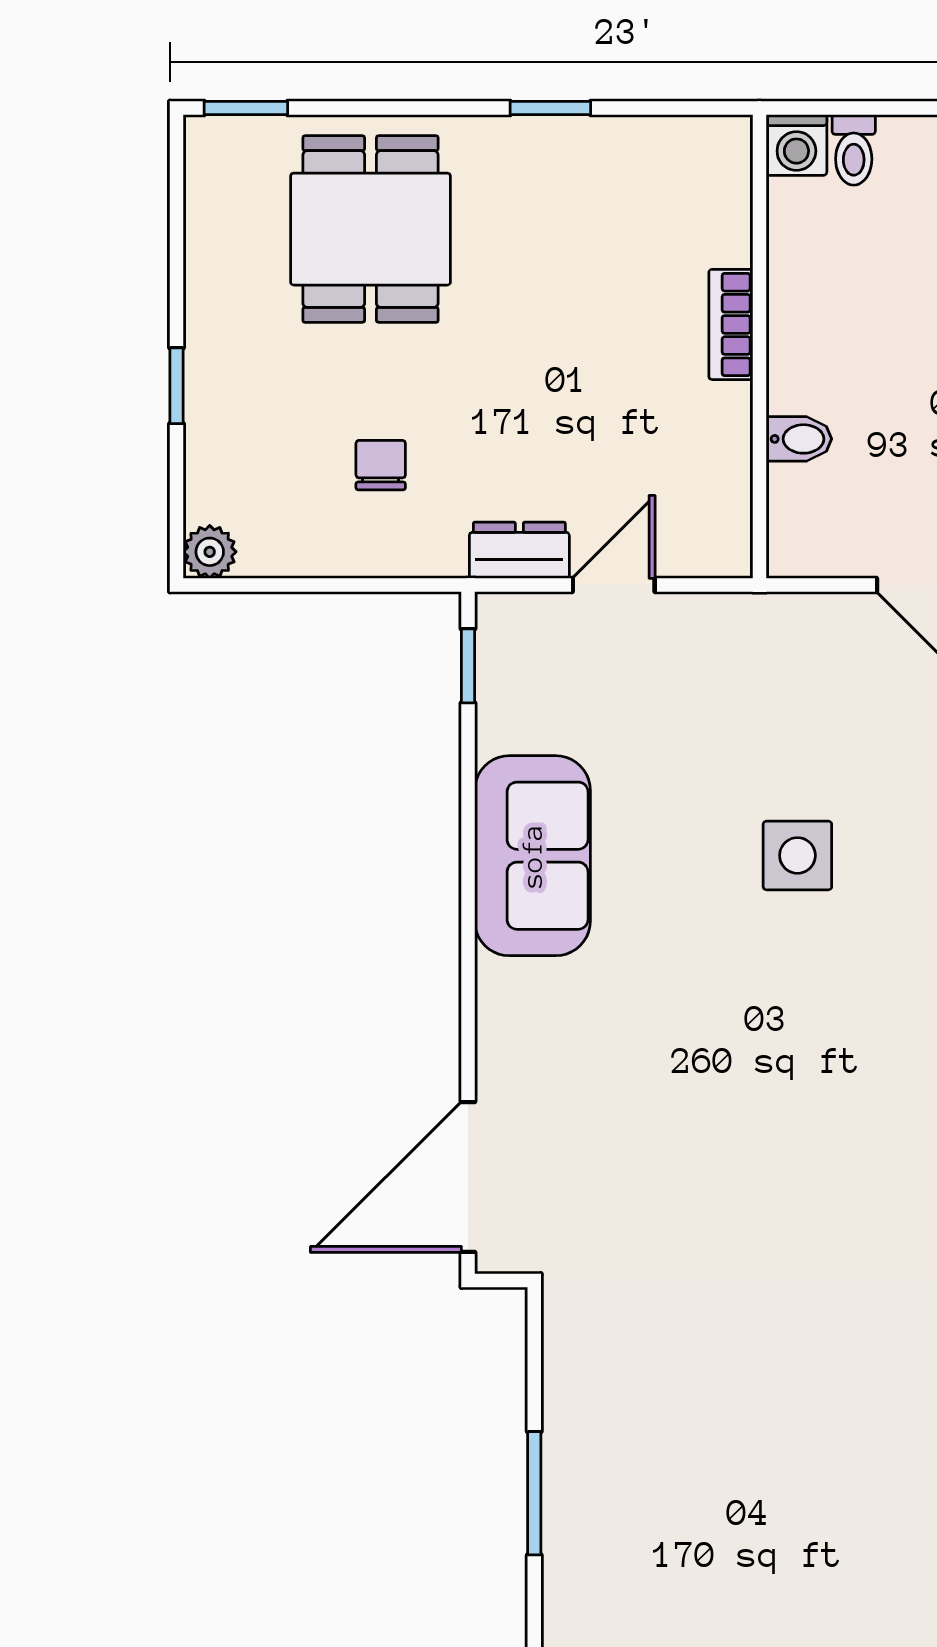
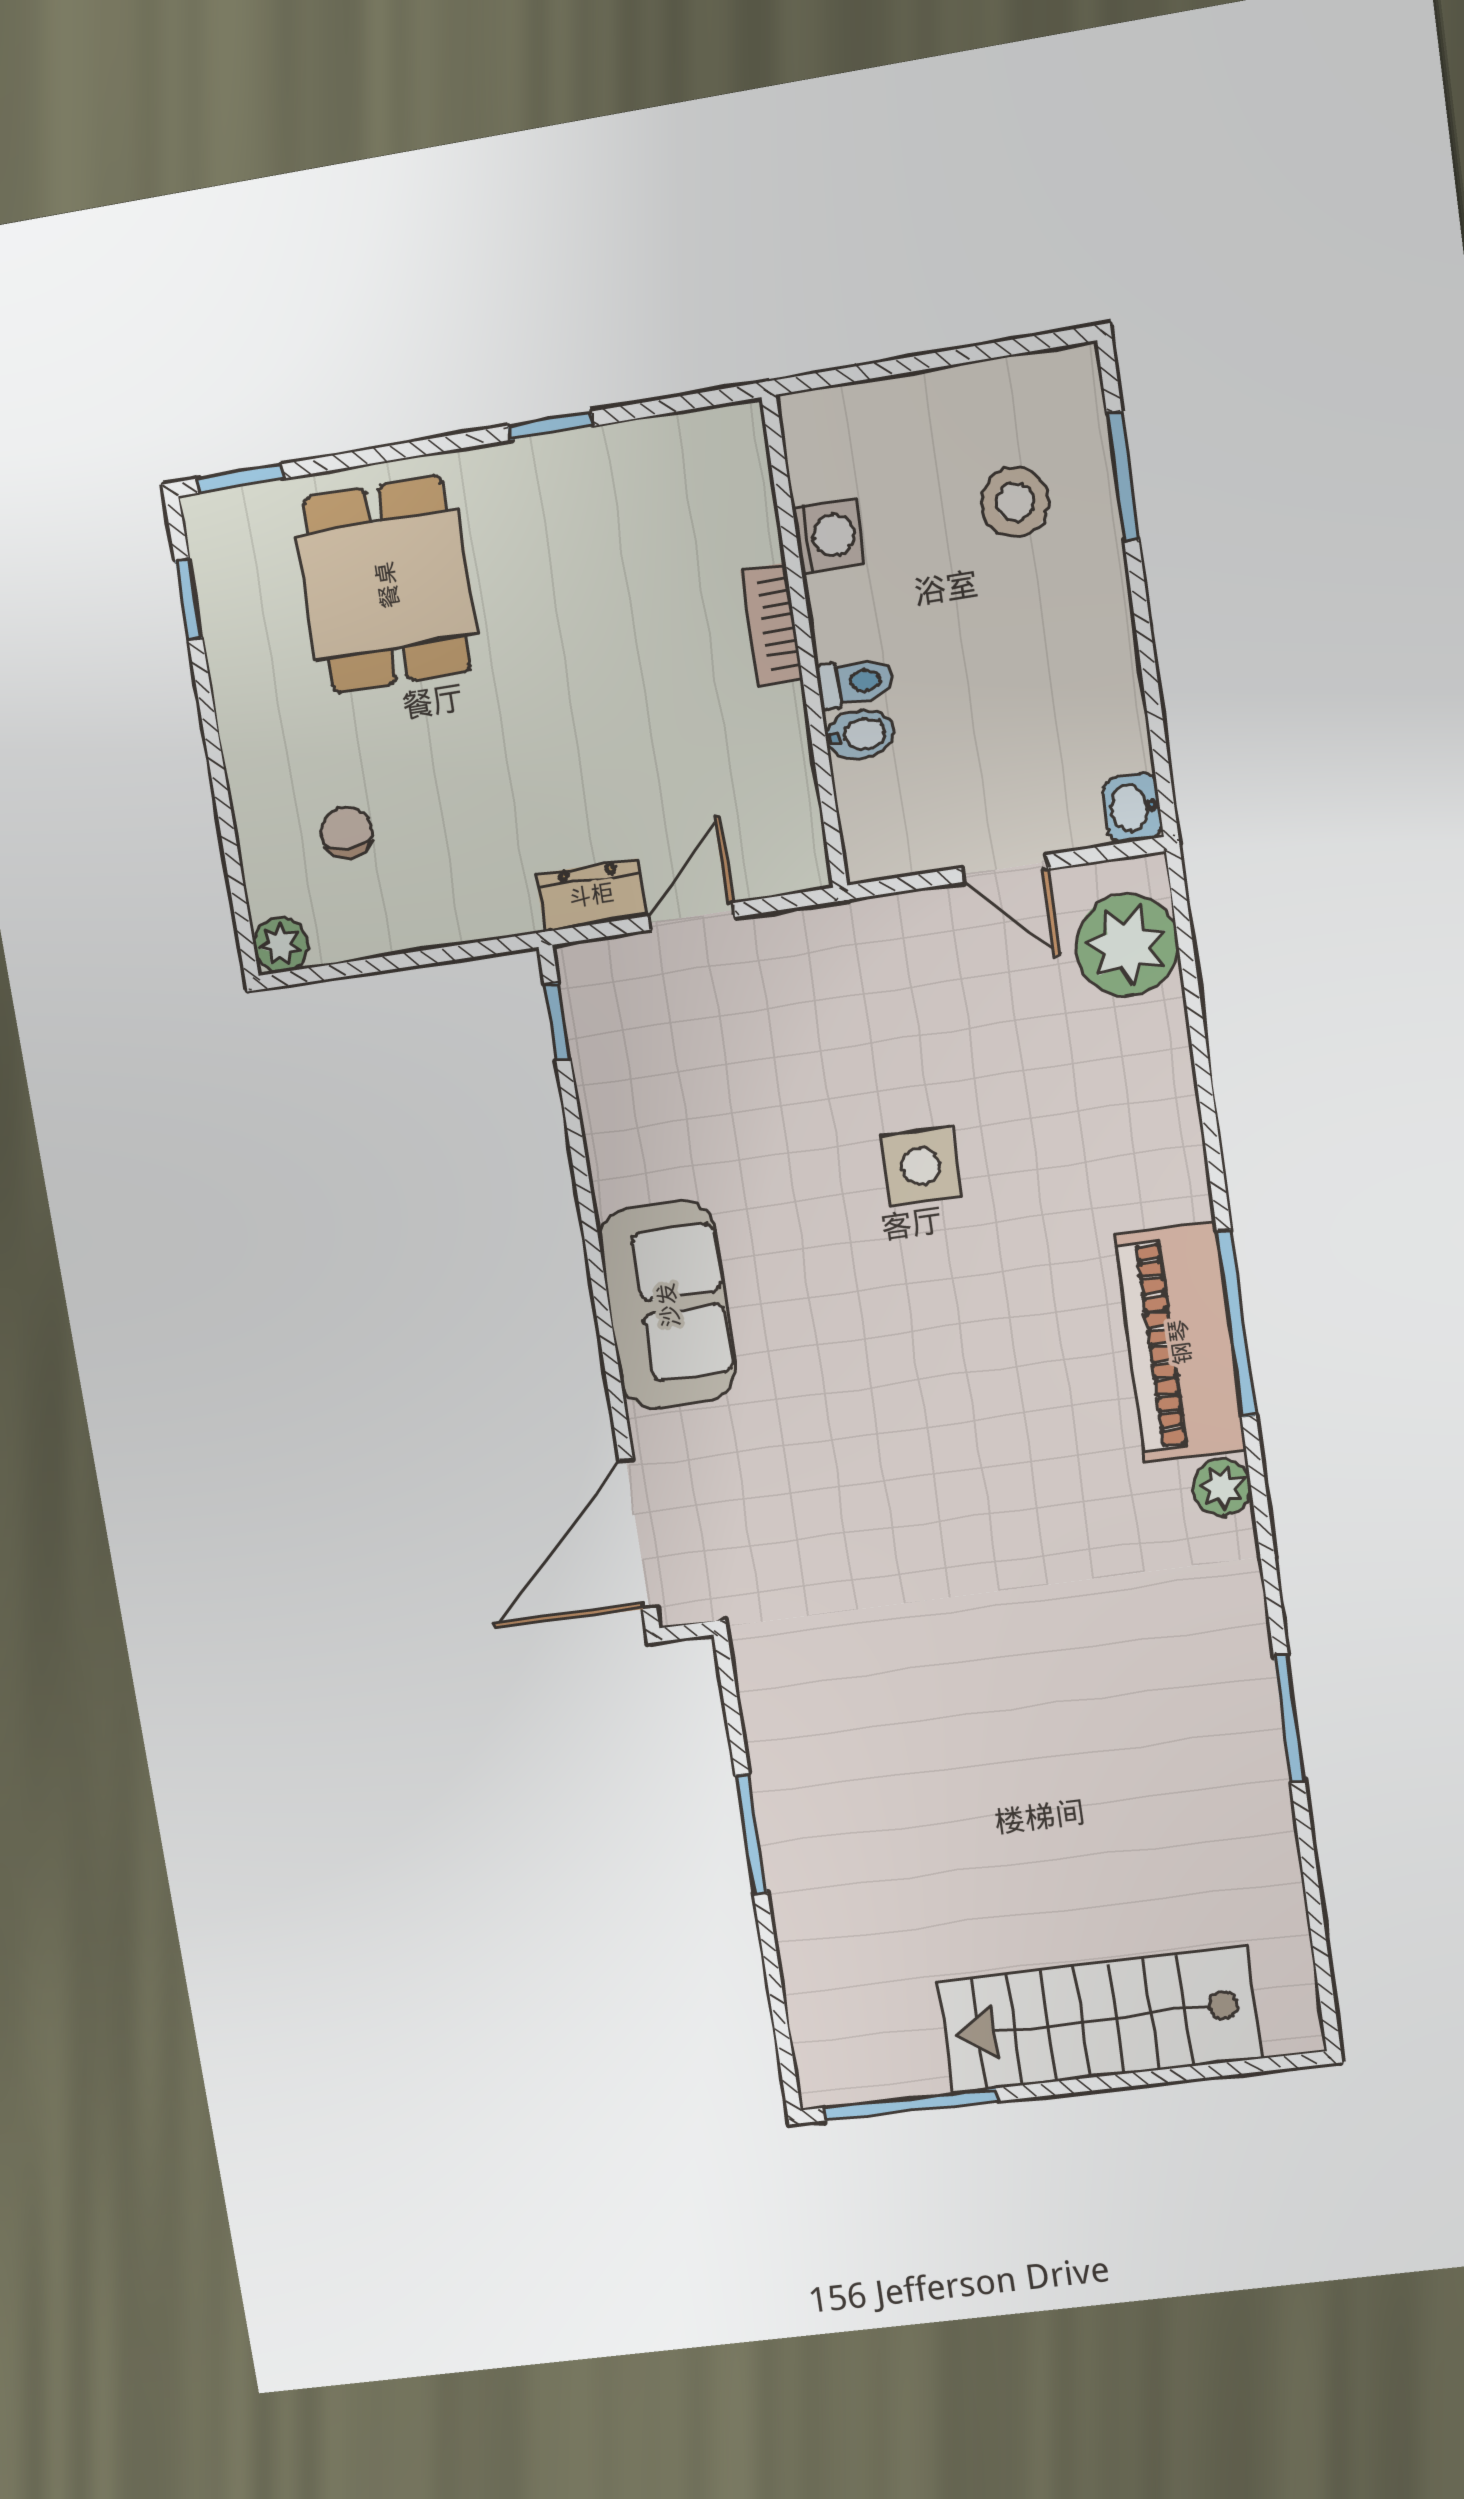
washing machine: (796, 145) -> (828, 536), moved, turned -90
toilet: (854, 150) -> (855, 682), moved, turned -90
window: (177, 386) -> (189, 599), moved
chair: (381, 465) -> (346, 833), moved
sofa: (532, 856) -> (668, 1305), moved

